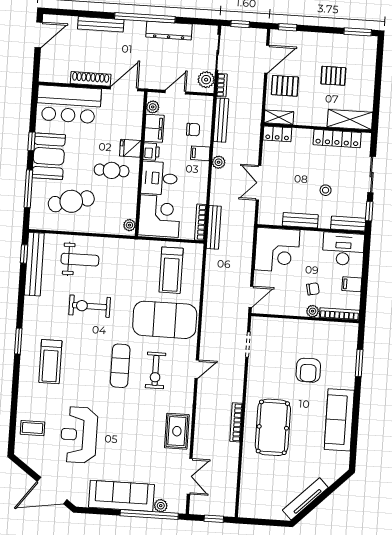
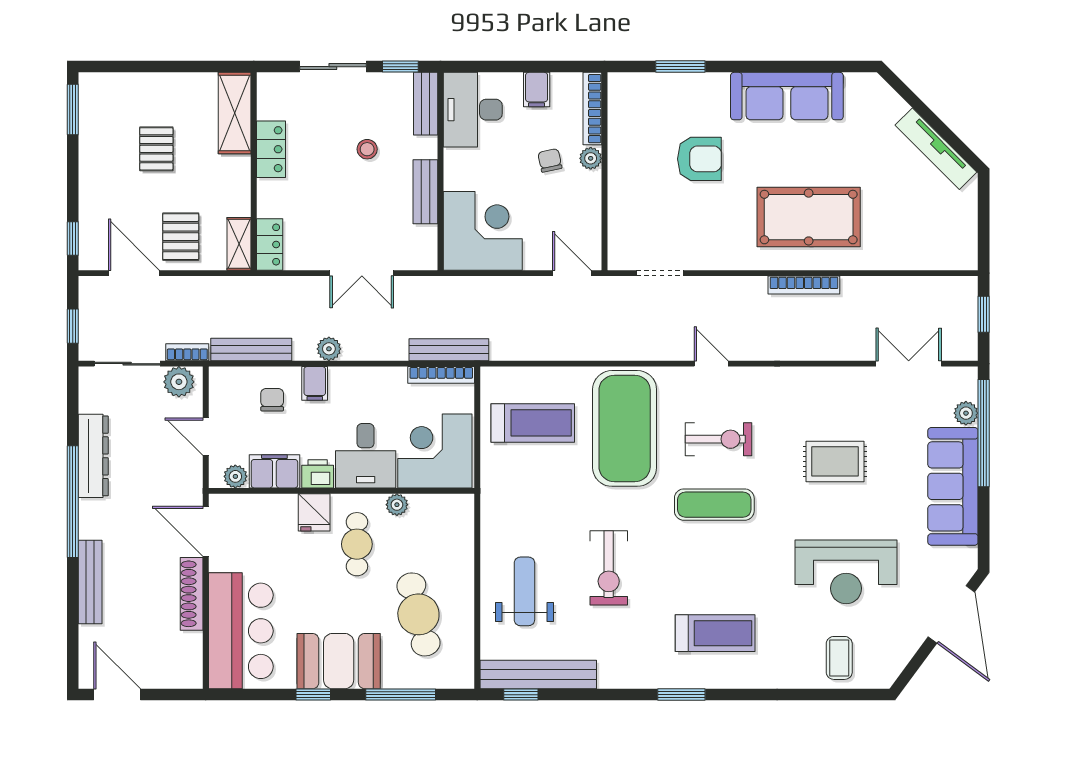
locker: (337, 139) -> (271, 149), width x0.66
plant: (129, 225) -> (397, 505), moved
rug: (177, 431) -> (835, 461), moved

